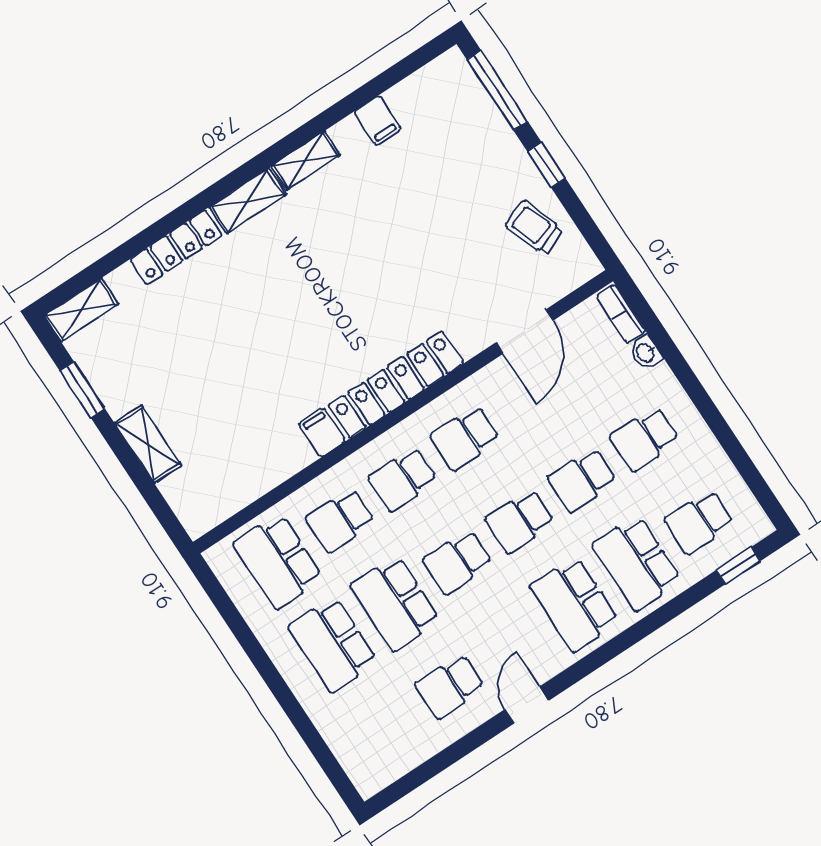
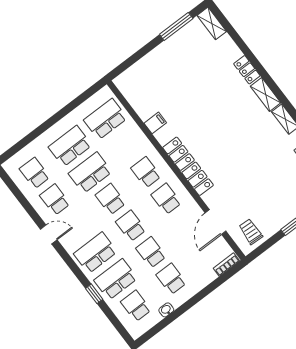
trolley: (534, 227) -> (251, 232), moved, turned -67
locker: (176, 247) -> (247, 70), width x0.66
door: (524, 332) -> (216, 222), hinge flipped
washbasin: (646, 353) -> (166, 310), moved
window: (82, 390) -> (176, 26), width x1.44
filing cabinet: (322, 433) -> (155, 123), moved
shelving: (148, 444) -> (154, 57), removed
school desk: (340, 520) -> (35, 173), moved
window: (738, 566) -> (94, 294), moved

